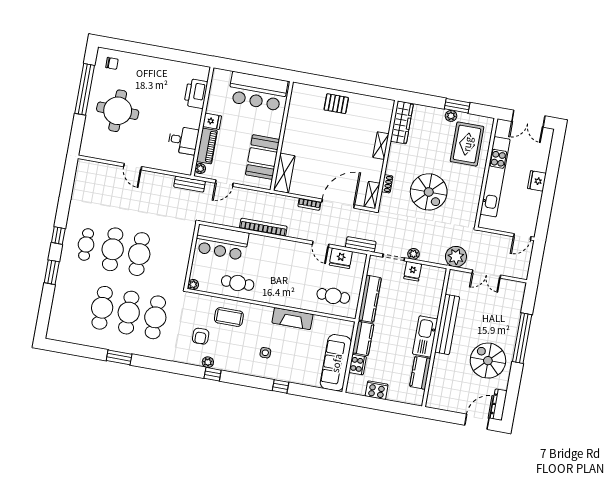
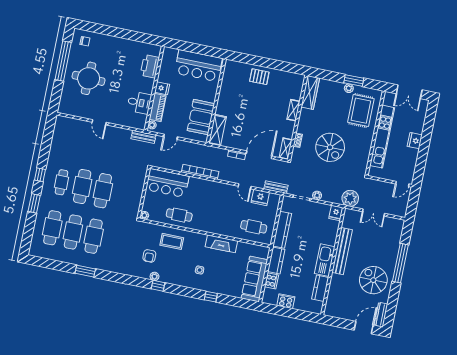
fridge: (413, 271) -> (336, 213), moved
cafe table: (155, 317) -> (52, 228), moved

